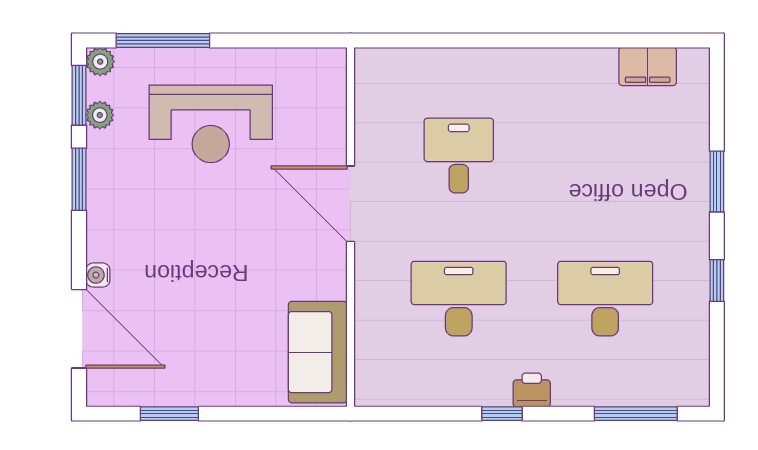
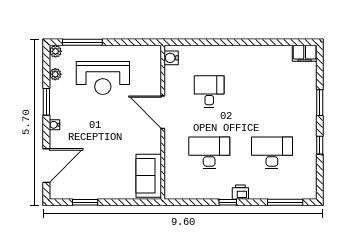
filing cabinet: (648, 66) -> (305, 53), moved
water cooler: (370, 77) -> (171, 58), added
window: (79, 95) -> (46, 66), removed
water cooler: (98, 275) -> (54, 125), moved
door: (79, 329) -> (46, 166), hinge flipped

